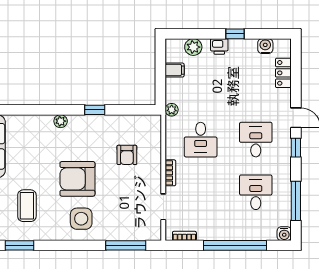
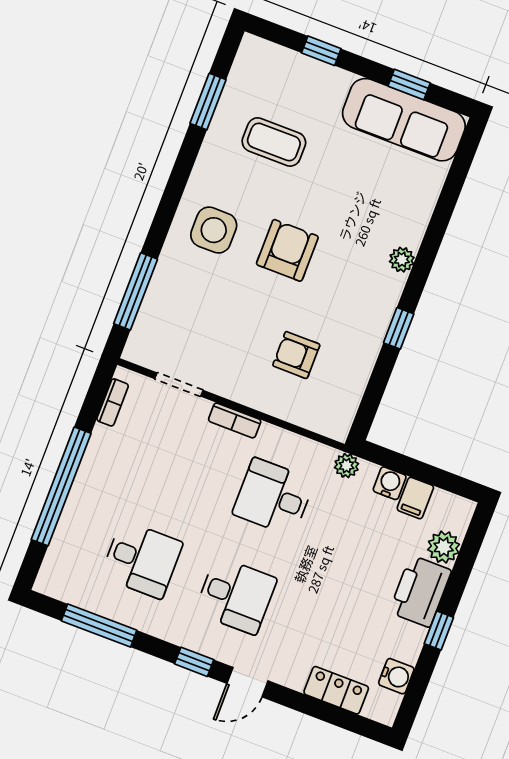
printer: (219, 46) -> (420, 591), width x1.87, depth x1.48
armchair: (77, 179) -> (287, 250), width x0.73, depth x0.73
water cooler: (284, 234) -> (390, 483), moved, turned 90

